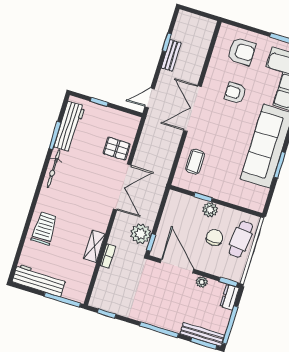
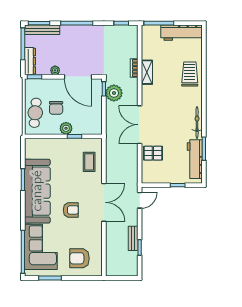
armchair: (235, 93) -> (71, 210), moved
trolley: (44, 228) -> (190, 74), turned 180
dresser: (230, 297) -> (30, 61), width x1.44

